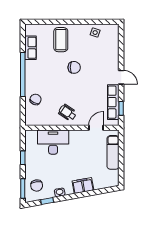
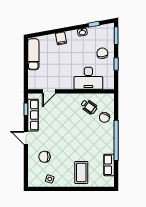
chair: (74, 67) -> (45, 157), moved
wheelchair: (67, 113) -> (89, 107), moved
exam couch: (113, 152) -> (33, 54), moved
chair: (37, 186) -> (102, 53), moved
filing cabinet: (83, 186) -> (61, 38), width x0.50

